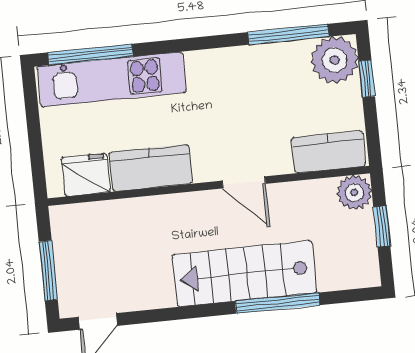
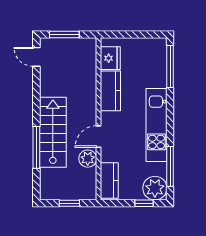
kitchen unit: (111, 79) -> (156, 125), moved
plant: (354, 193) -> (88, 159), moved

